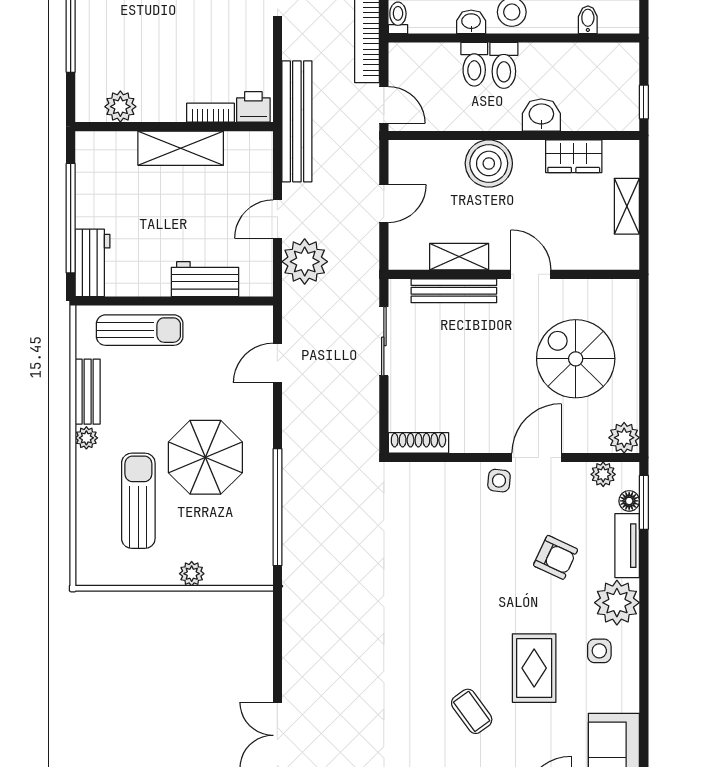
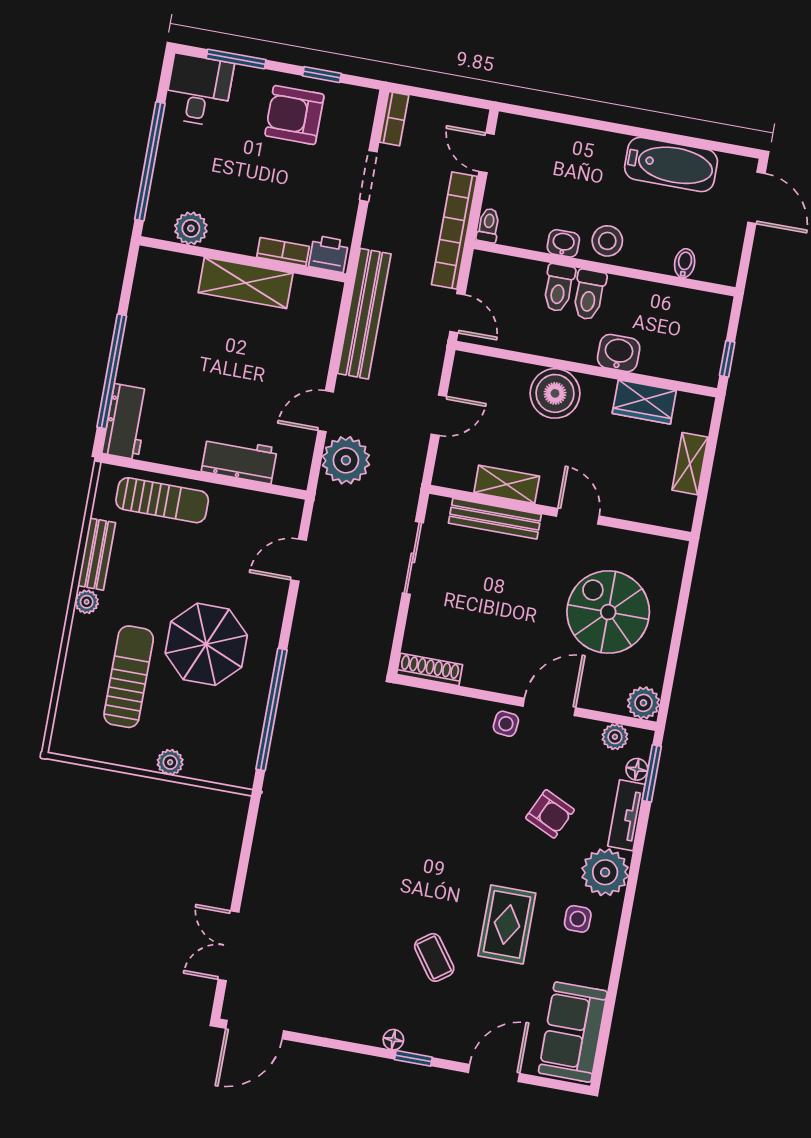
plant: (120, 107) -> (191, 228), moved
printer: (253, 107) -> (329, 254), moved
bookcase: (211, 113) -> (283, 252), moved
wall: (174, 127) -> (243, 259), moved
shelving: (181, 148) -> (246, 283), moved

